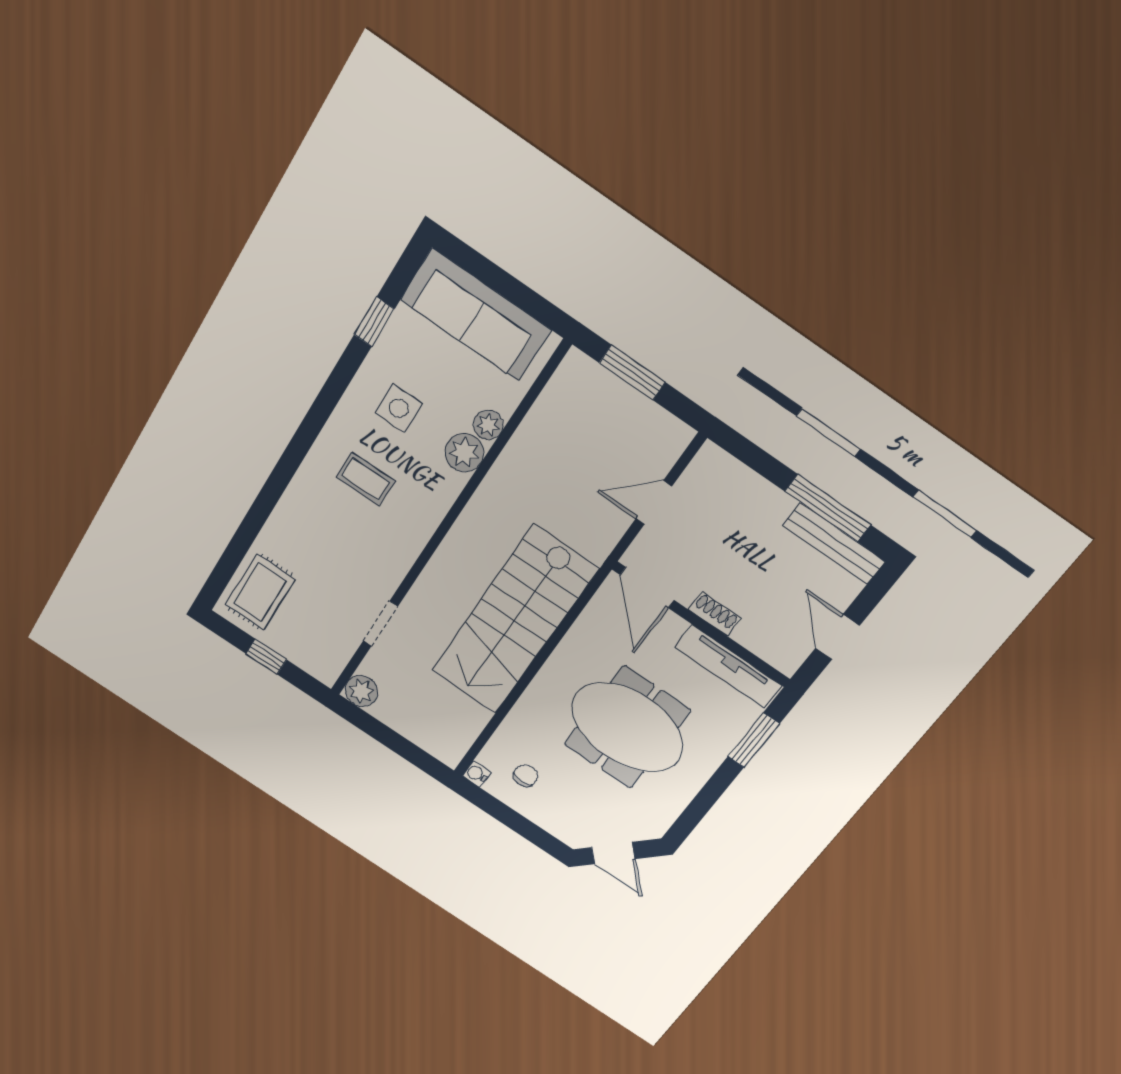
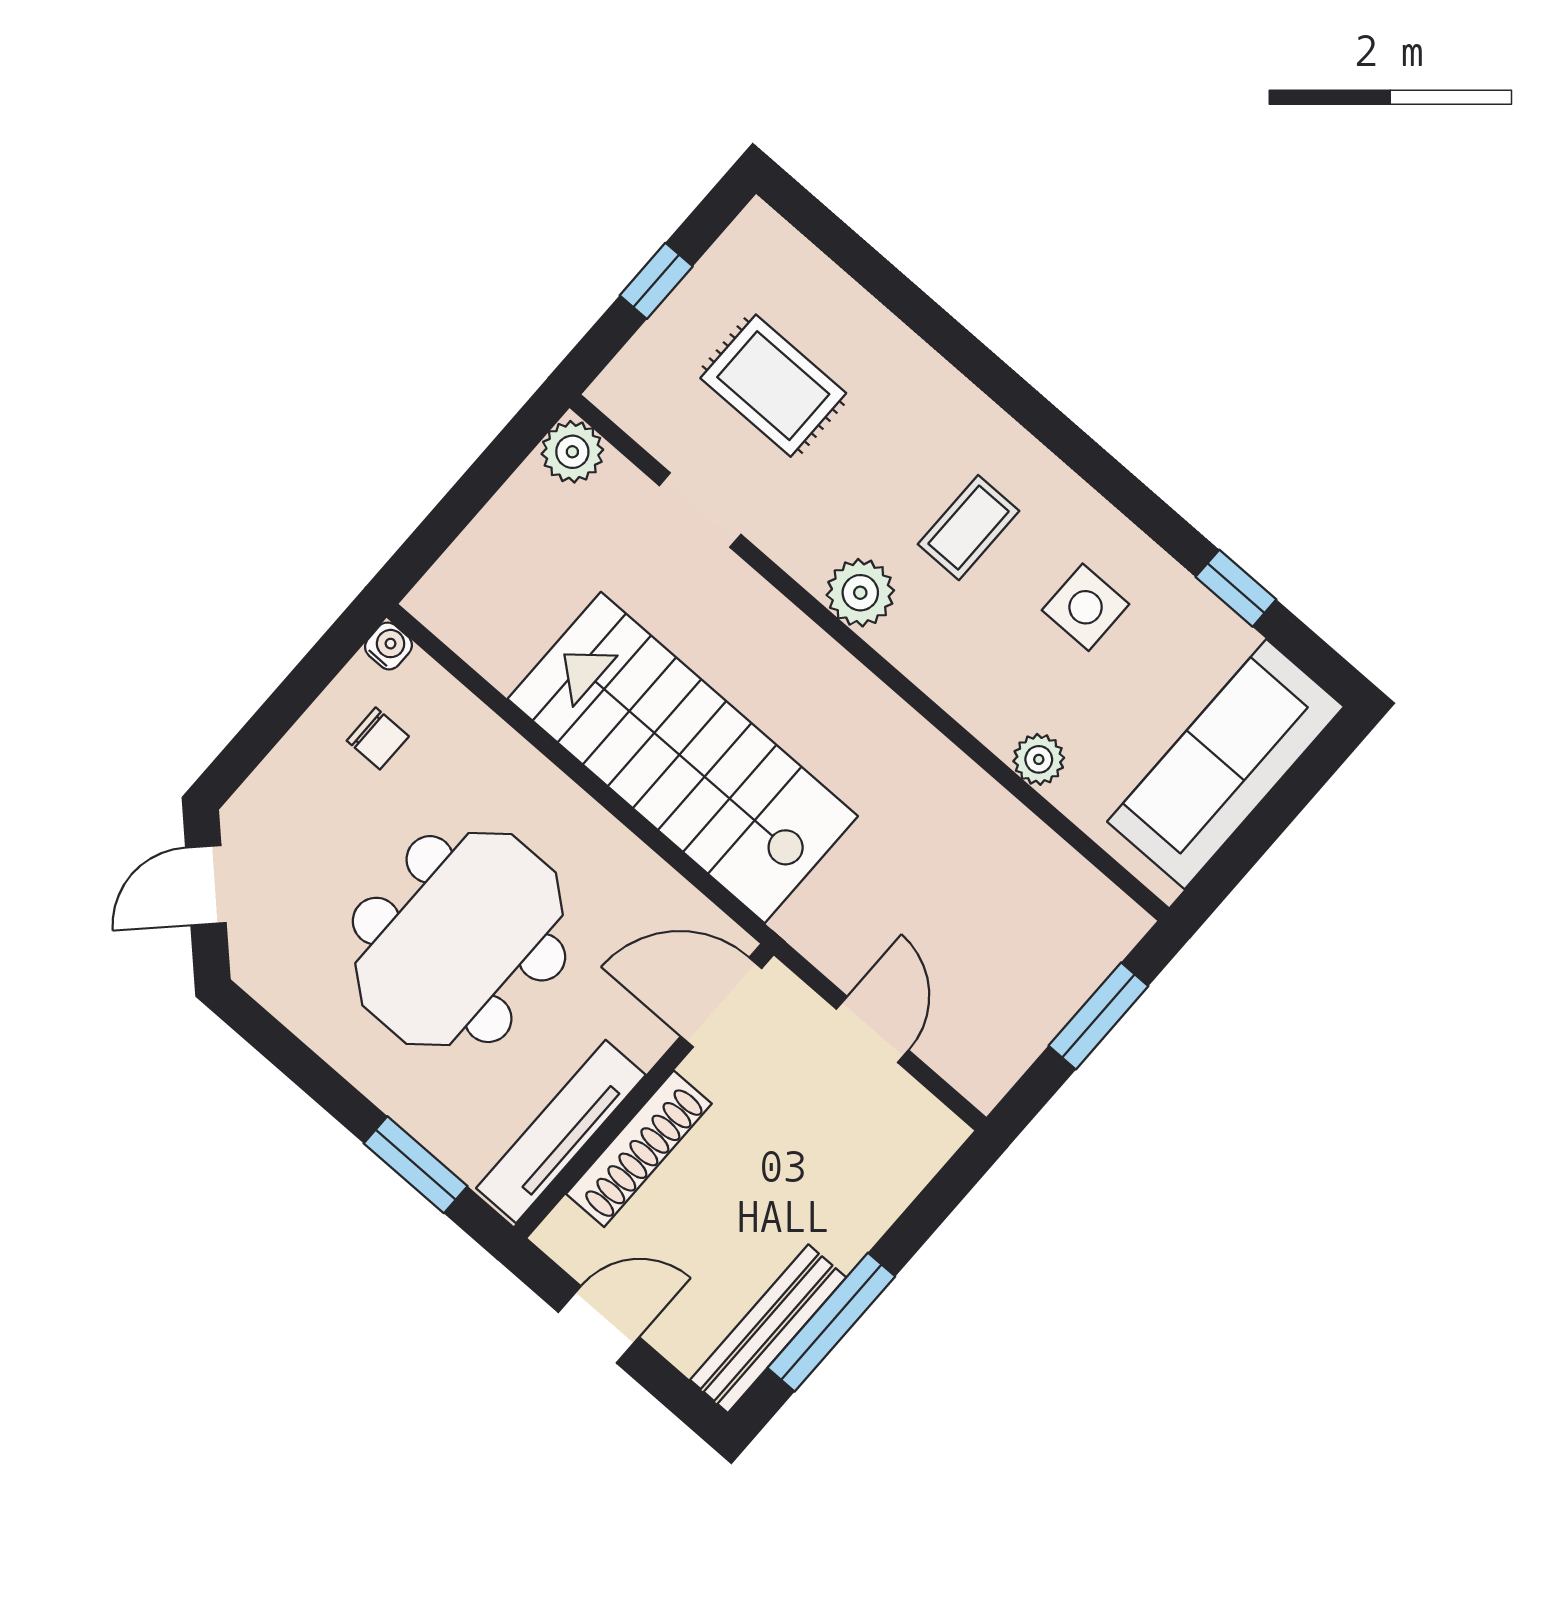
plant: (464, 453) -> (860, 593), moved
rug: (260, 592) -> (773, 386), moved
shoe rack: (715, 614) -> (639, 1149), width x1.94, depth x1.24

